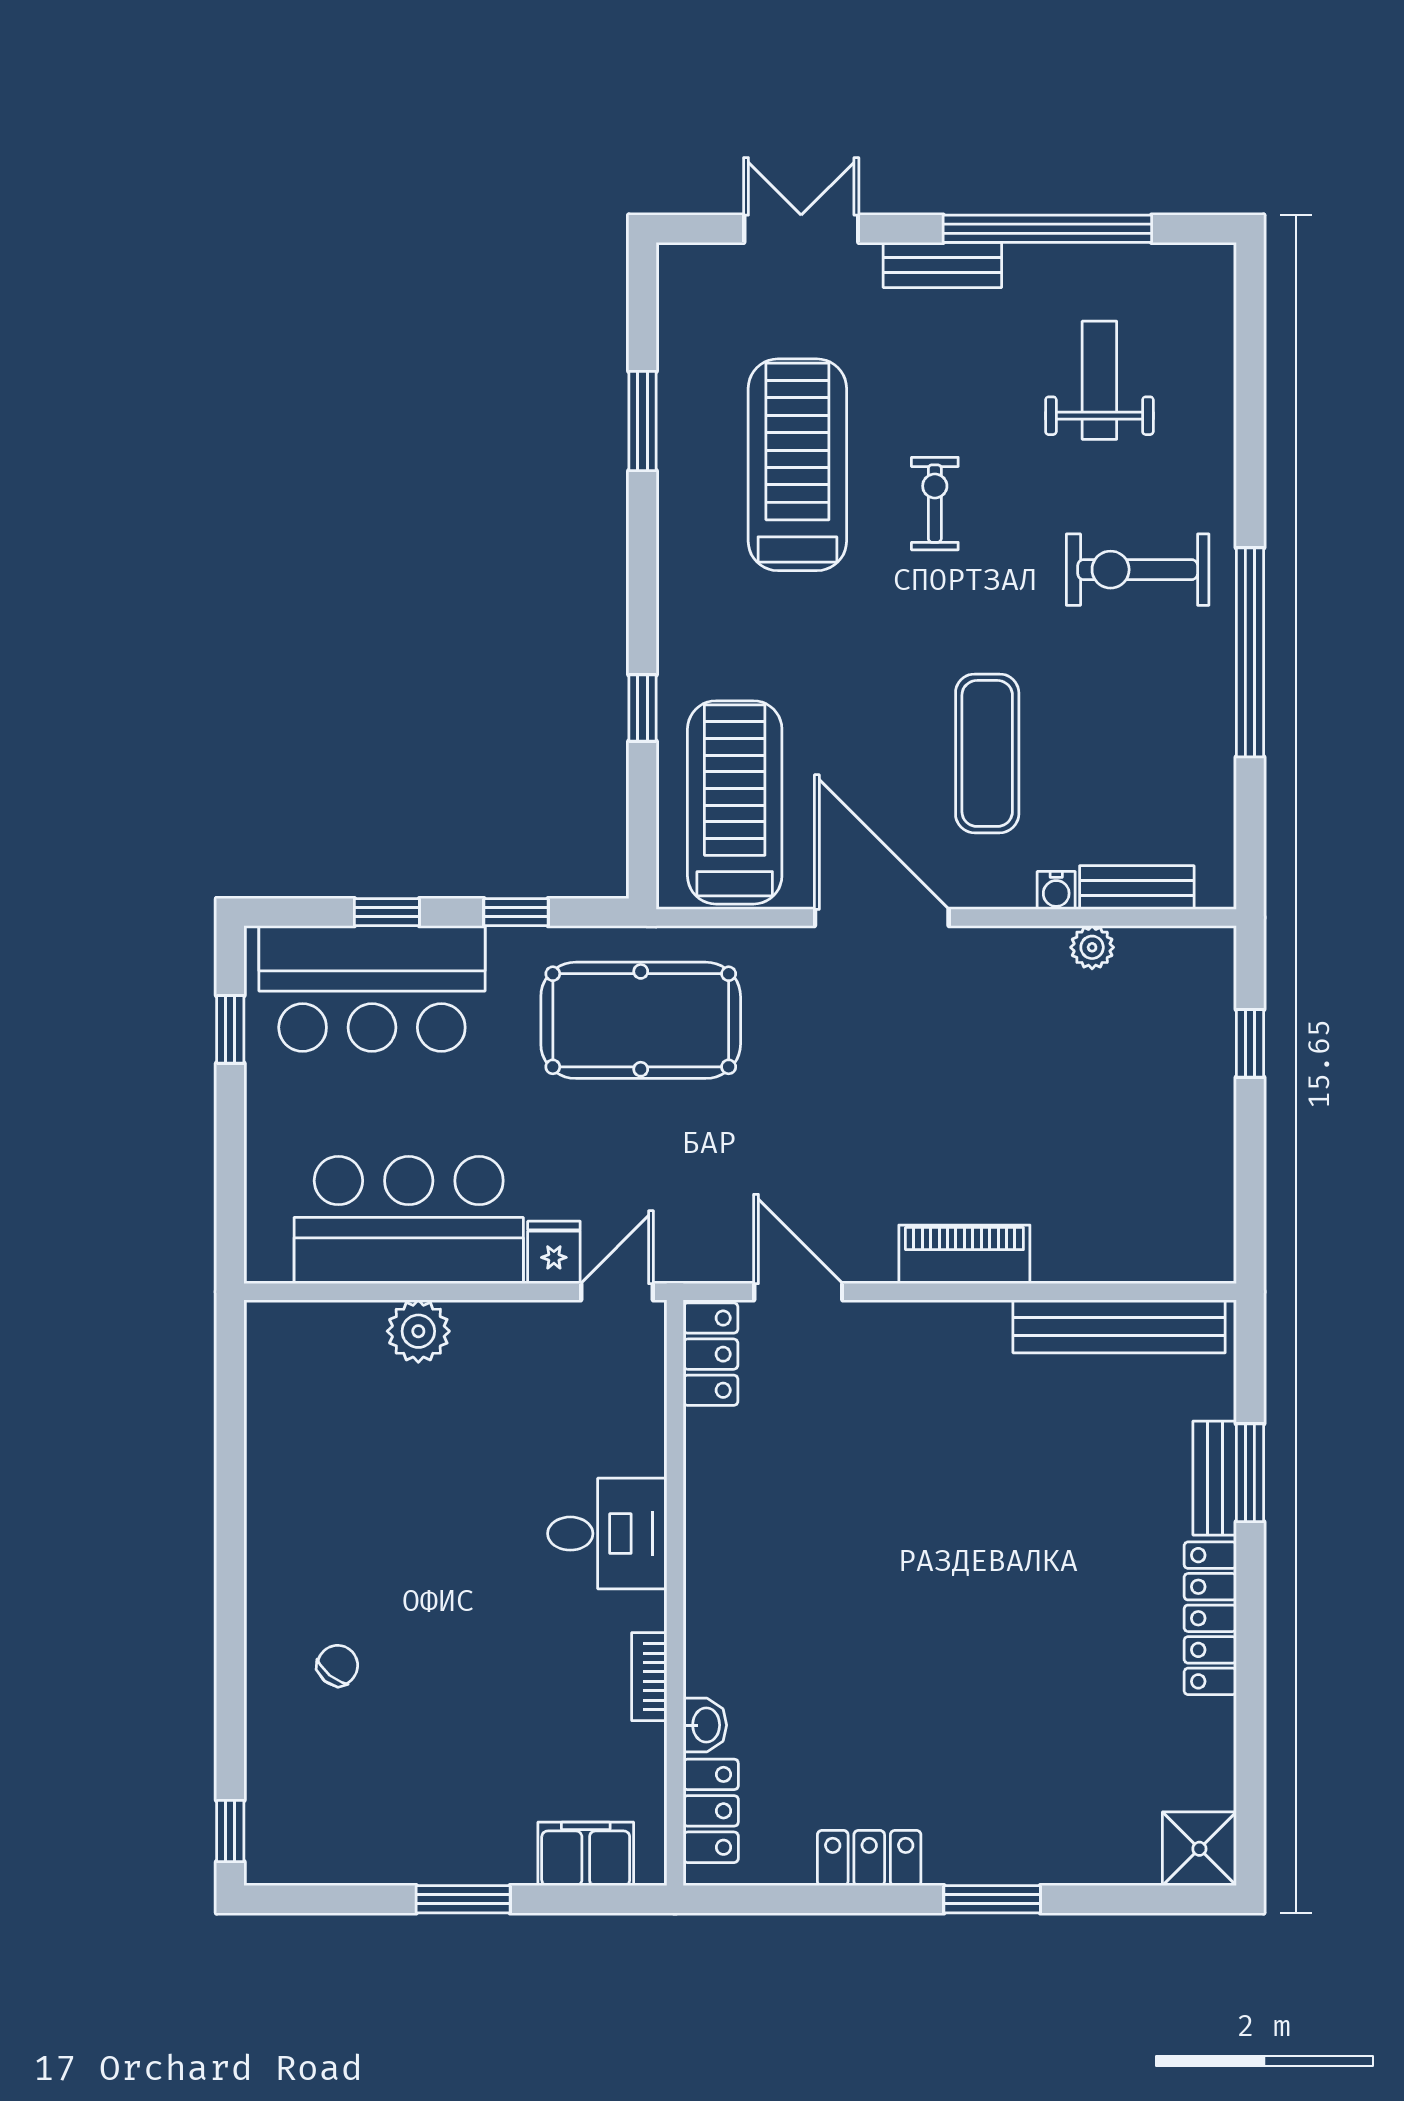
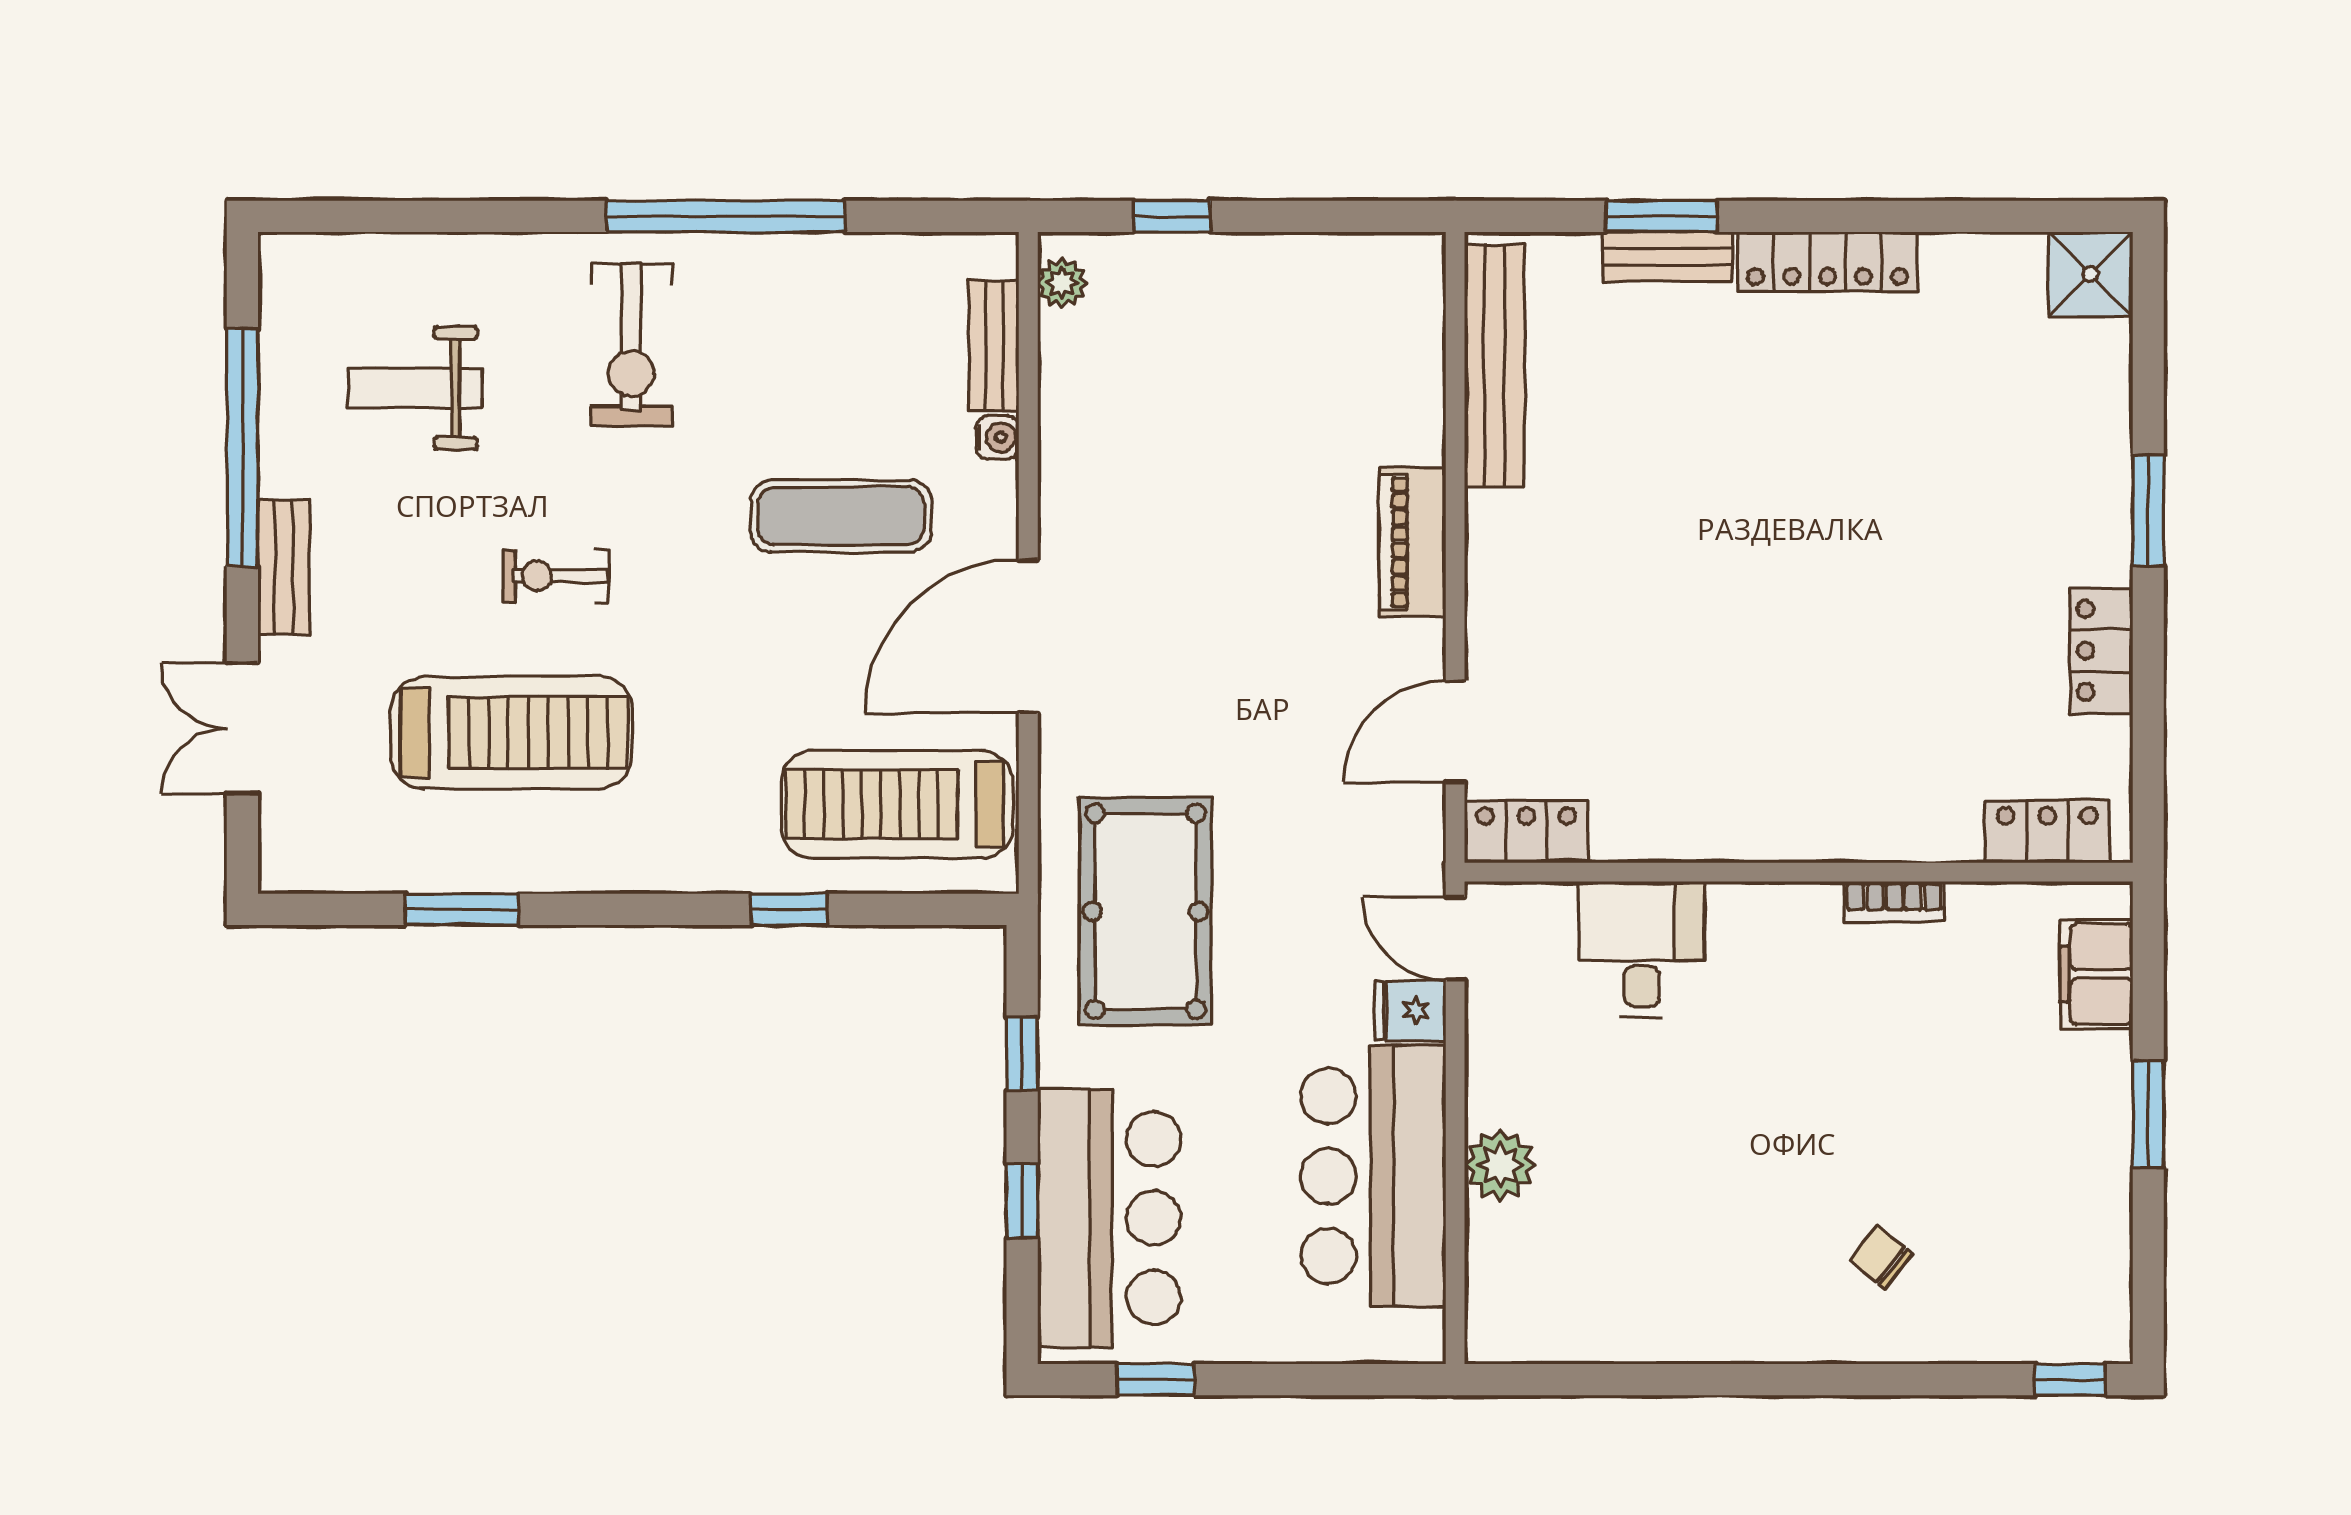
treadmill: (797, 465) -> (512, 733), turned 180
plant: (1092, 947) -> (1062, 283), moved
desk: (607, 1534) -> (1642, 950), moved
washbasin: (705, 1725) -> (1949, 838), removed

